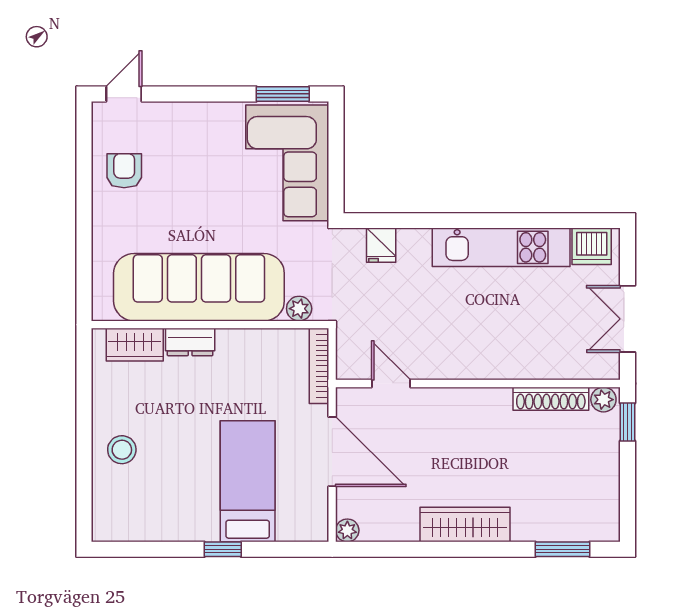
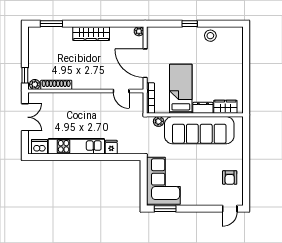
fridge: (381, 245) -> (111, 147), moved
stool: (122, 450) -> (210, 36), moved
bed: (248, 481) -> (181, 89), moved, turned 180

